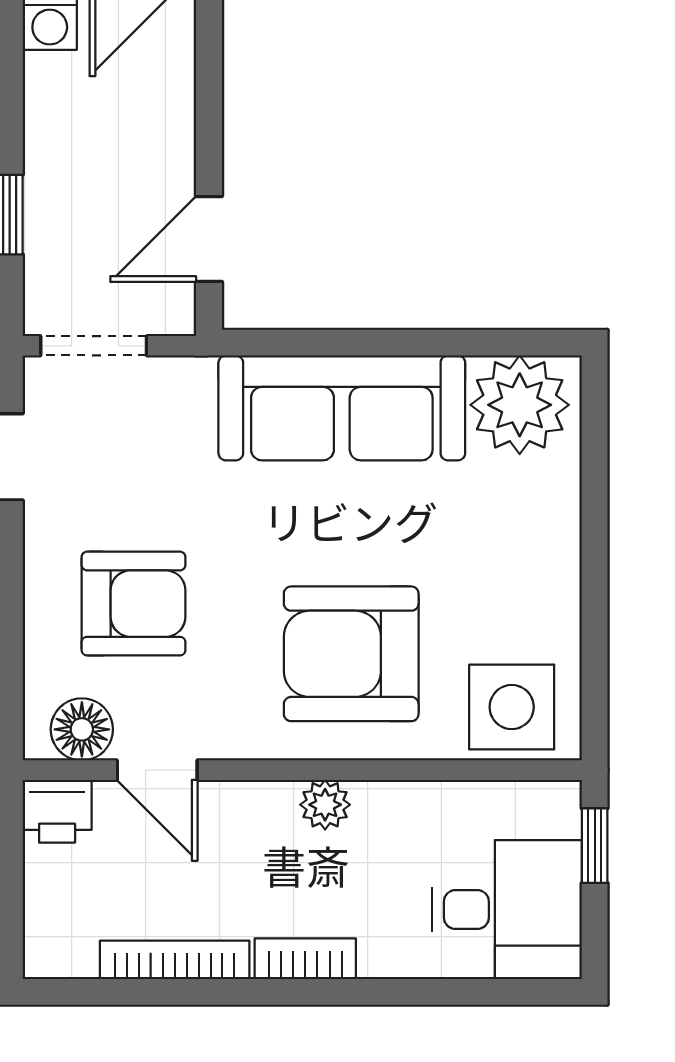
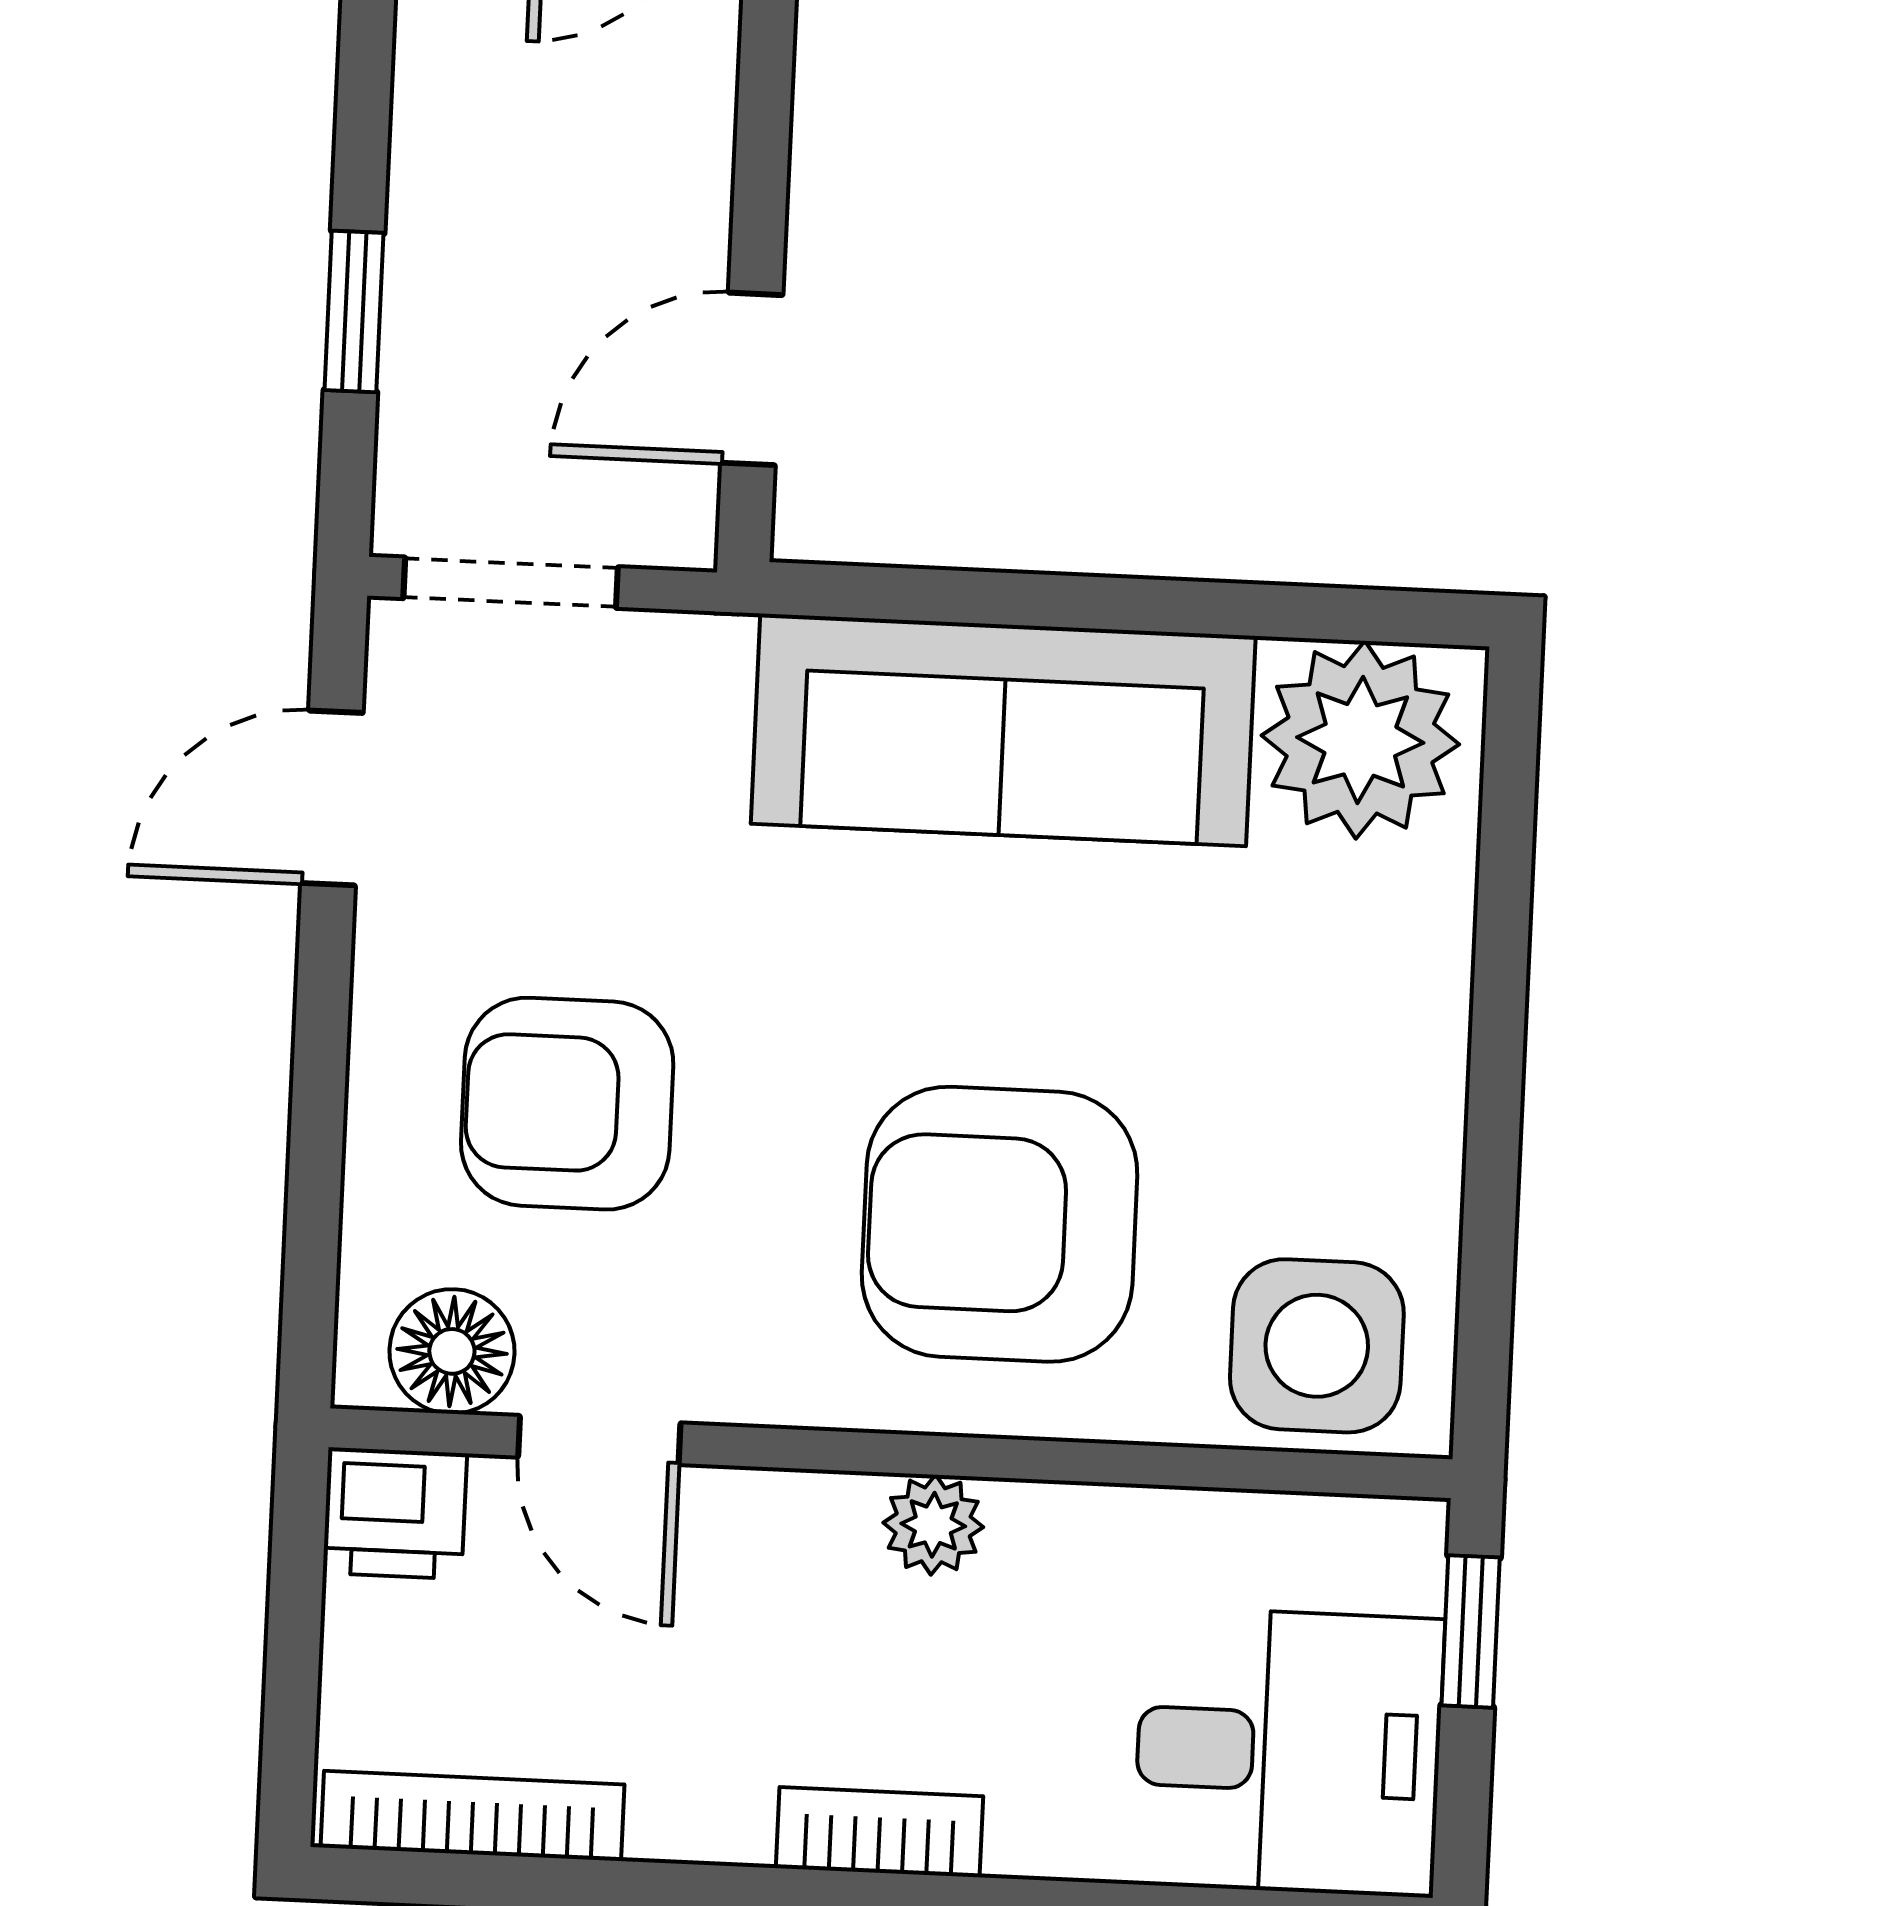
armchair: (134, 604) -> (567, 1104), turned 180
bookcase: (175, 960) -> (473, 1816), moved

